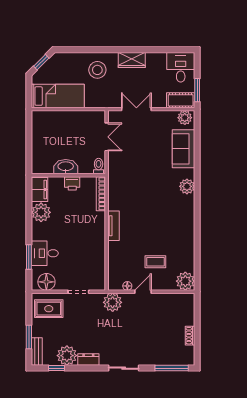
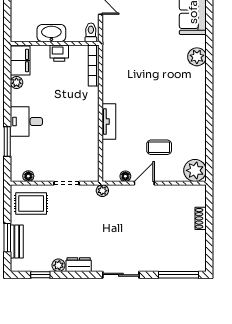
plant: (41, 212) -> (16, 82), width x0.53, depth x0.53
tv unit: (114, 226) -> (109, 122), moved
desk: (45, 253) -> (26, 122), moved
floor lamp: (46, 282) -> (28, 176), width x0.53, depth x0.53
plant: (113, 302) -> (102, 191), width x0.53, depth x0.53
shoe rack: (190, 336) -> (201, 218), moved
bench: (37, 352) -> (17, 241), moved
plant: (67, 356) -> (58, 265), width x0.53, depth x0.53

